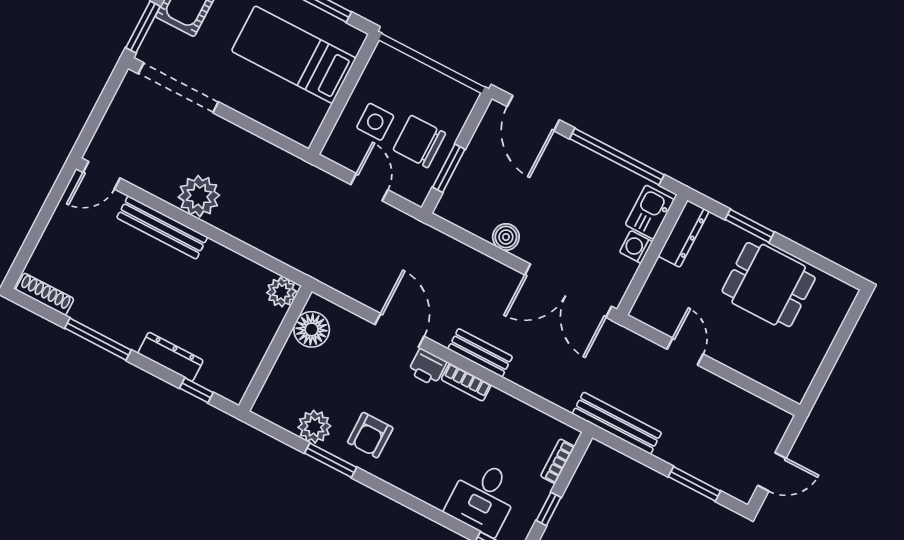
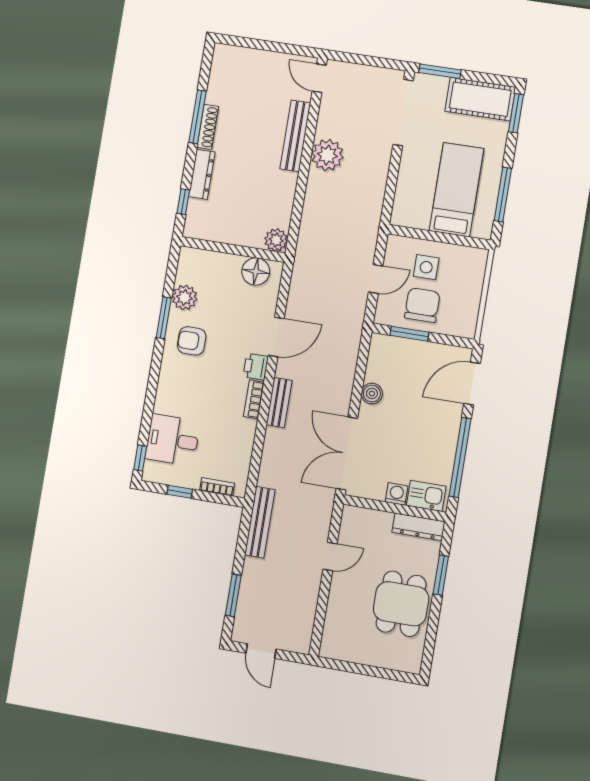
shoe rack: (45, 294) -> (208, 127), moved

